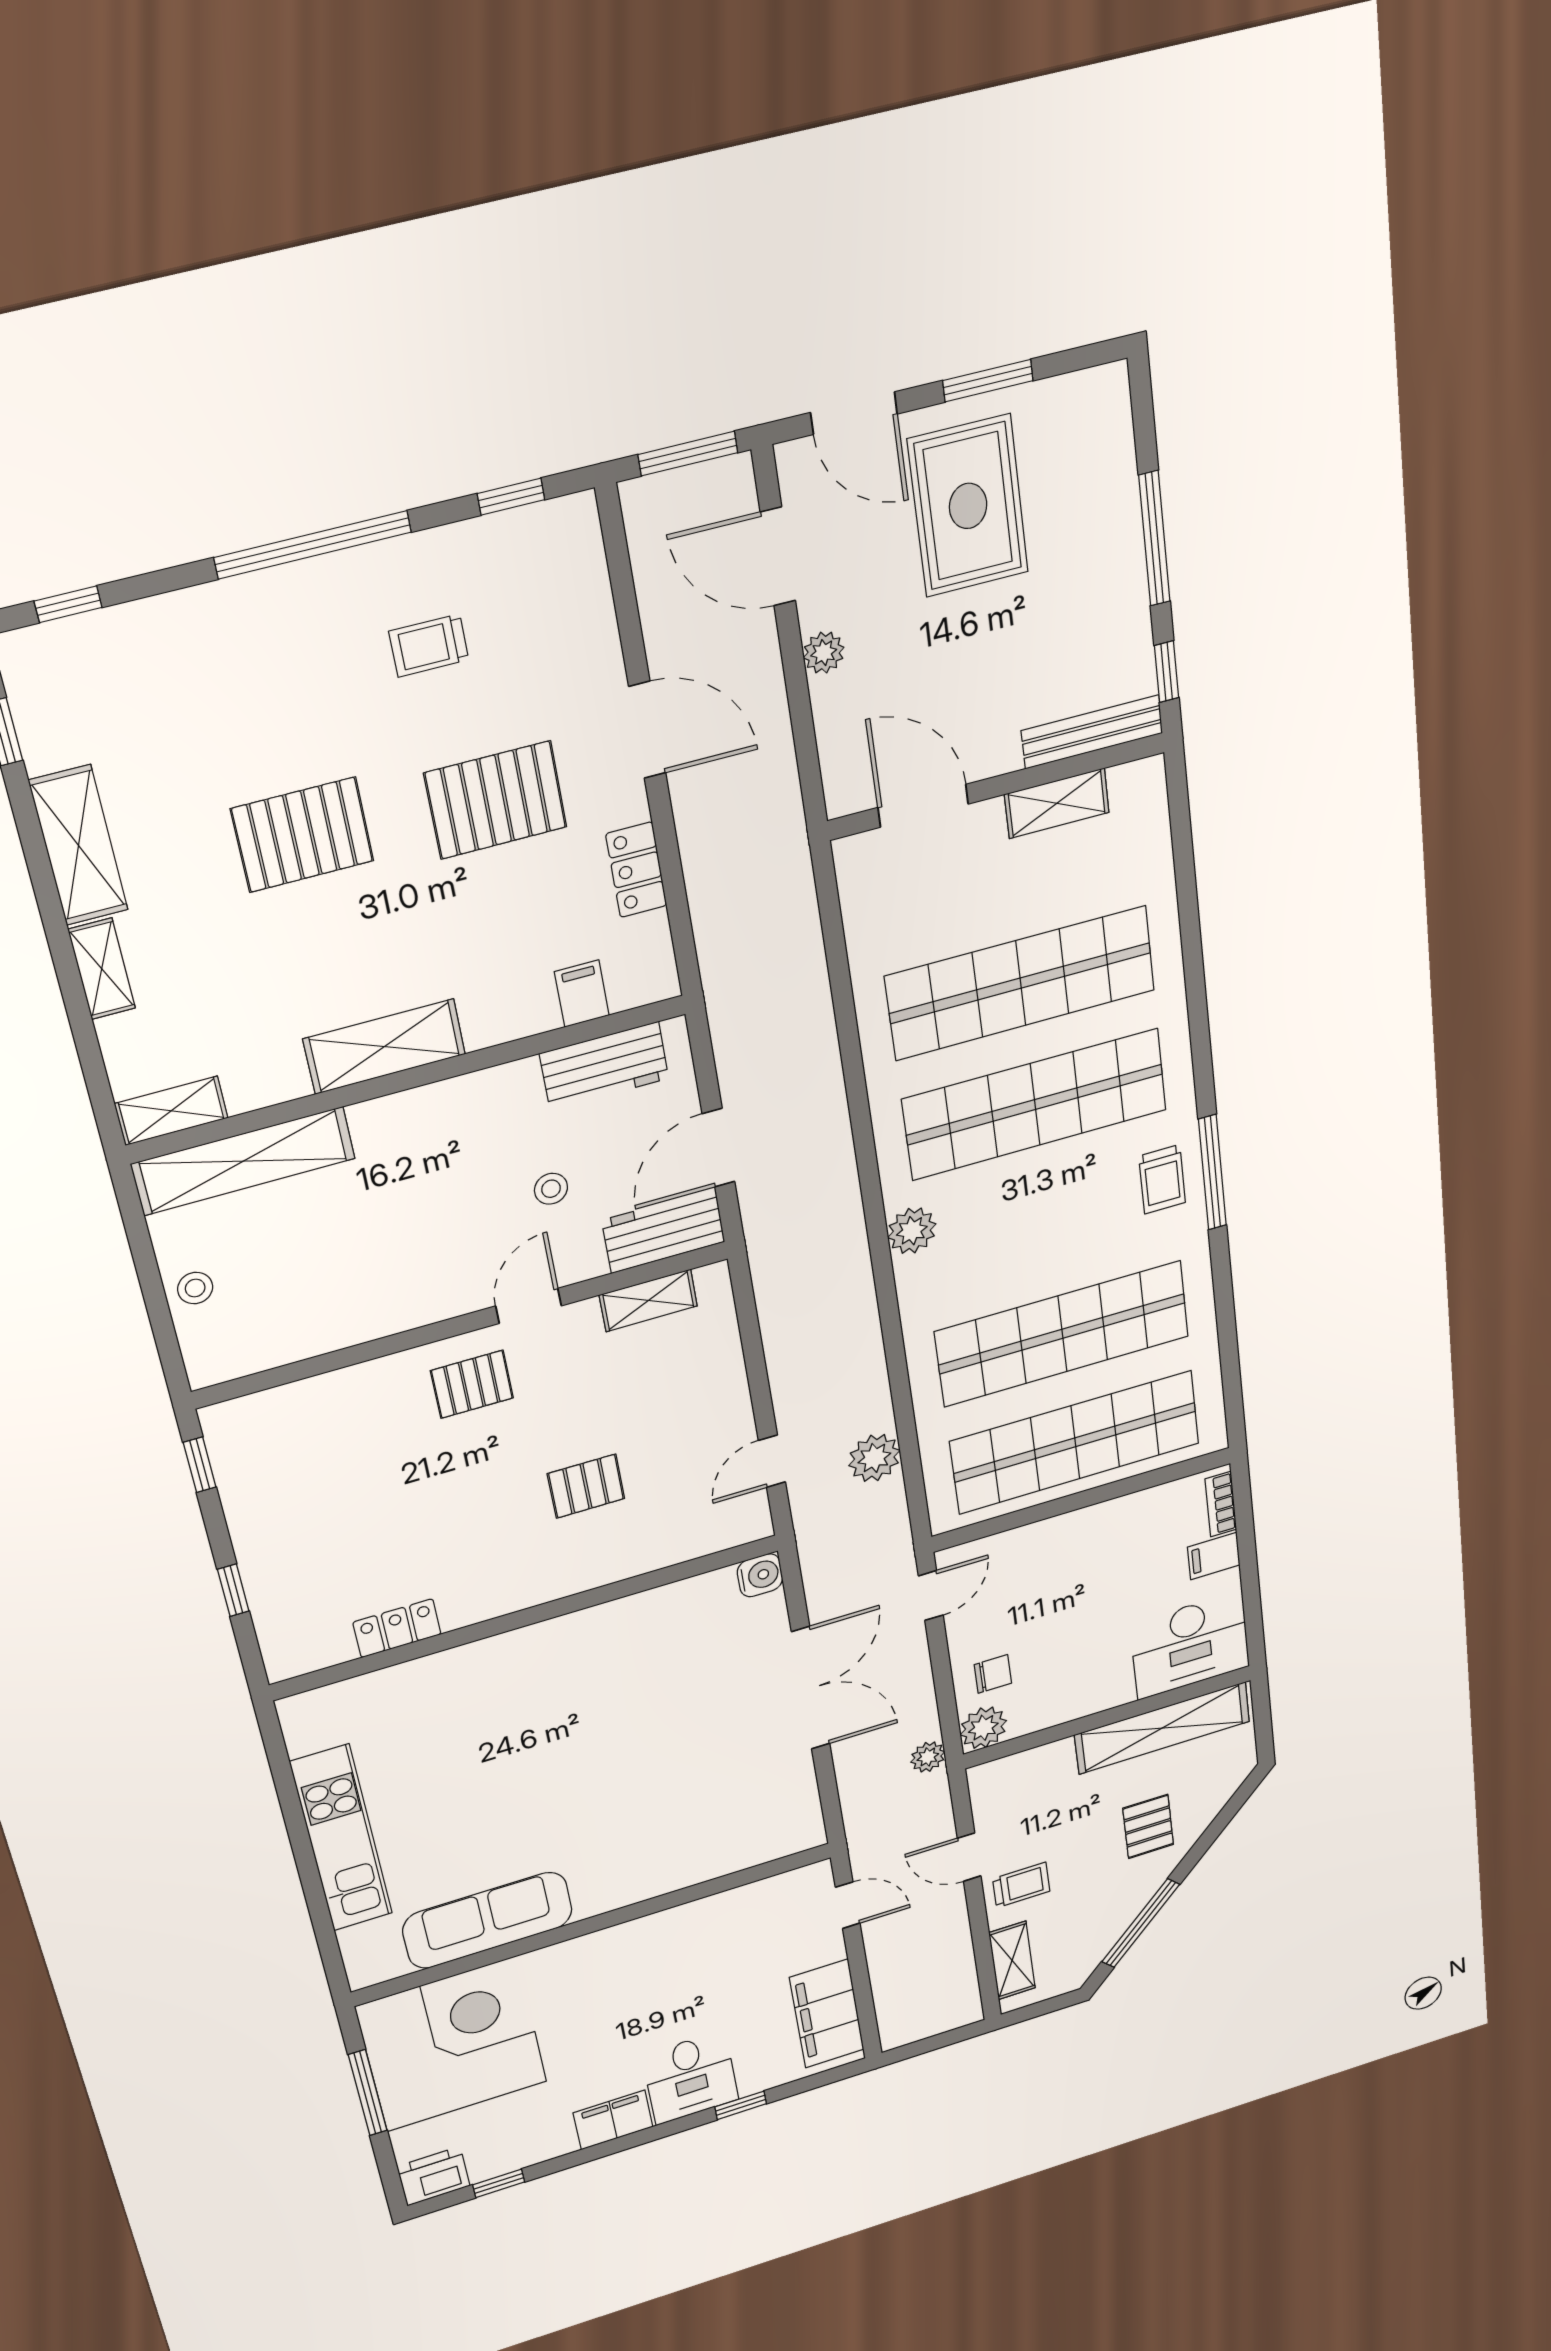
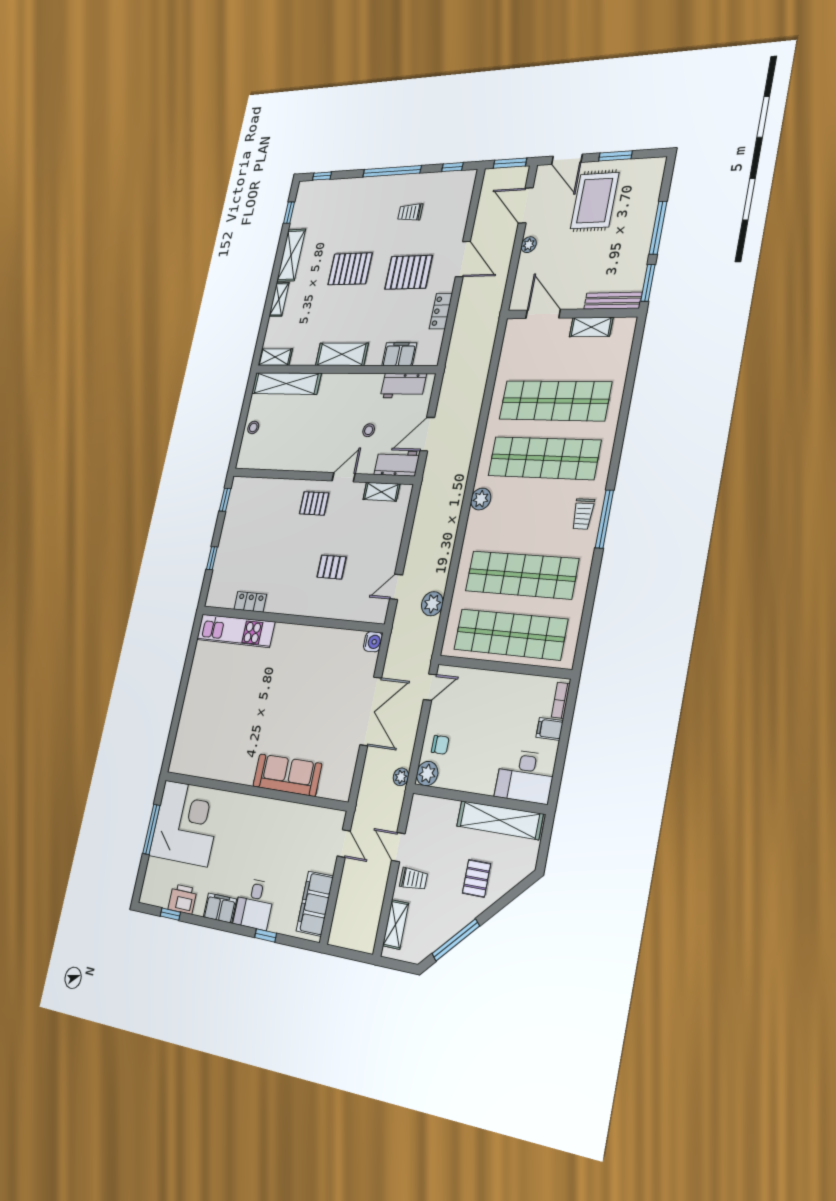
window: (1167, 672) -> (648, 283), width x1.50
filing cabinet: (582, 994) -> (399, 354), width x2.00
kitchen unit: (341, 1838) -> (235, 631), moved, turned 90
sofa: (488, 1920) -> (287, 775), moved
printer: (434, 2176) -> (182, 899), moved

